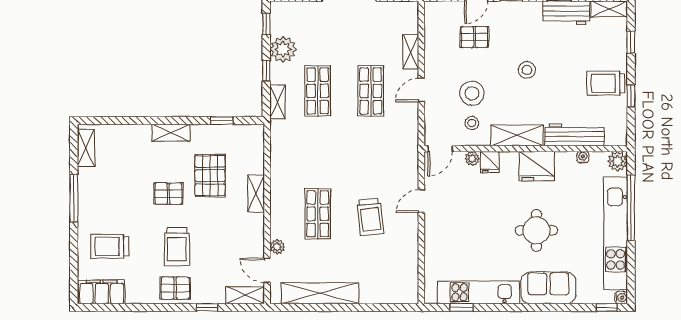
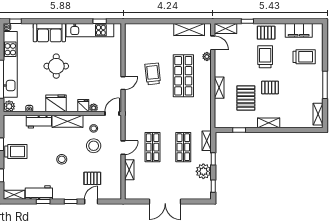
workbench: (574, 135) -> (39, 122), width x0.73
shop shelf: (318, 214) -> (183, 76), width x1.43, depth x1.36
filing cabinet: (102, 292) -> (299, 30), moved
shelving: (320, 293) -> (189, 30), width x0.68

